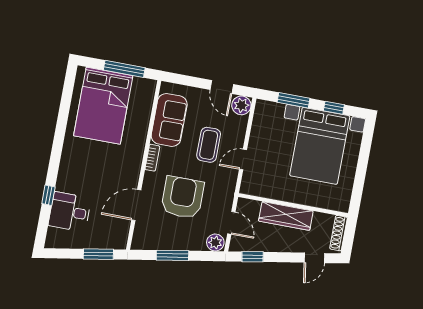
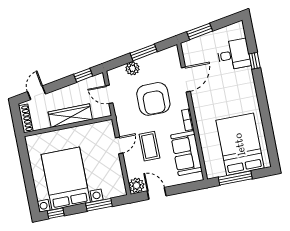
window: (334, 108) -> (56, 213), moved
plant: (215, 243) -> (132, 68), moved

